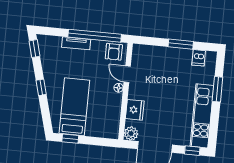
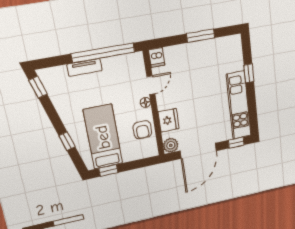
armchair: (114, 52) -> (142, 130), moved
dishwasher: (199, 58) -> (157, 57), moved
door: (127, 74) -> (151, 85), swing flipped
window: (41, 87) -> (67, 141), moved
window: (217, 89) -> (249, 73), width x0.67

